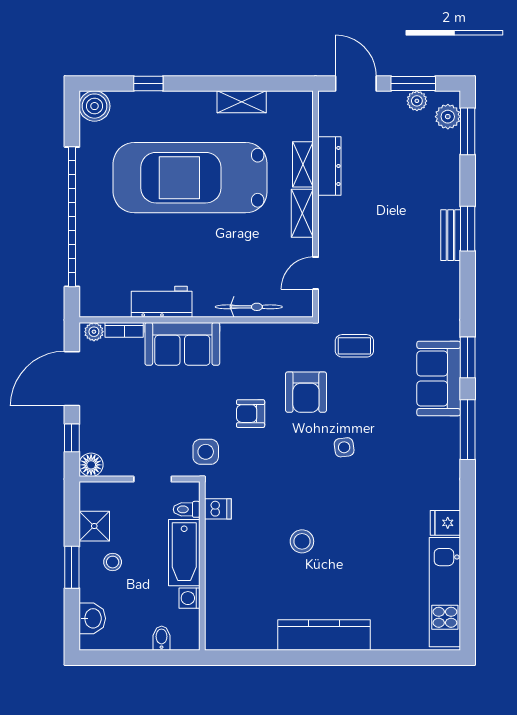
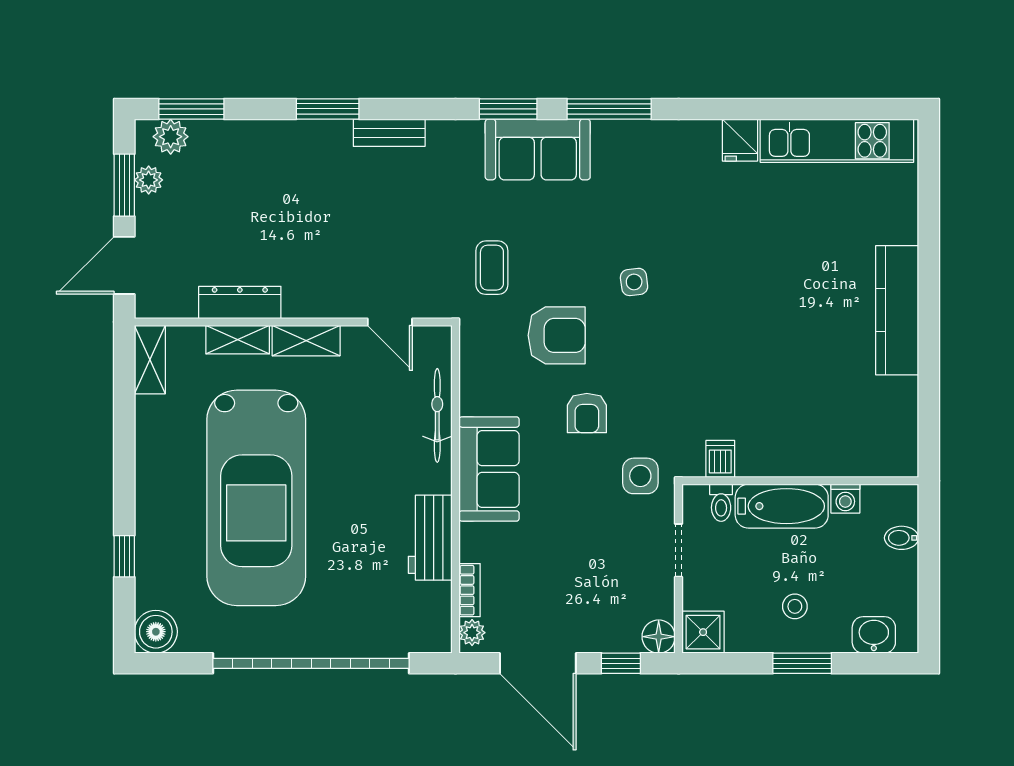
shelving: (242, 102) -> (150, 360), moved
bench: (451, 235) -> (389, 133), moved
sofa: (182, 344) -> (489, 469), moved
shower: (94, 526) -> (703, 632), moved
stool: (302, 541) -> (766, 341), removed

